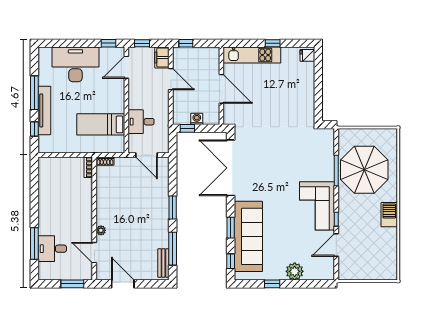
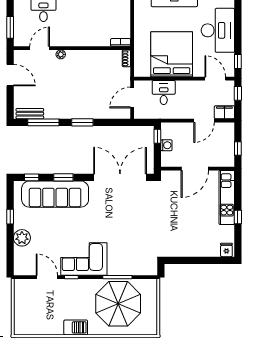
window: (186, 43) -> (238, 149), moved
bed: (101, 124) -> (172, 54), width x2.04
door: (123, 284) -> (10, 75), hinge flipped

